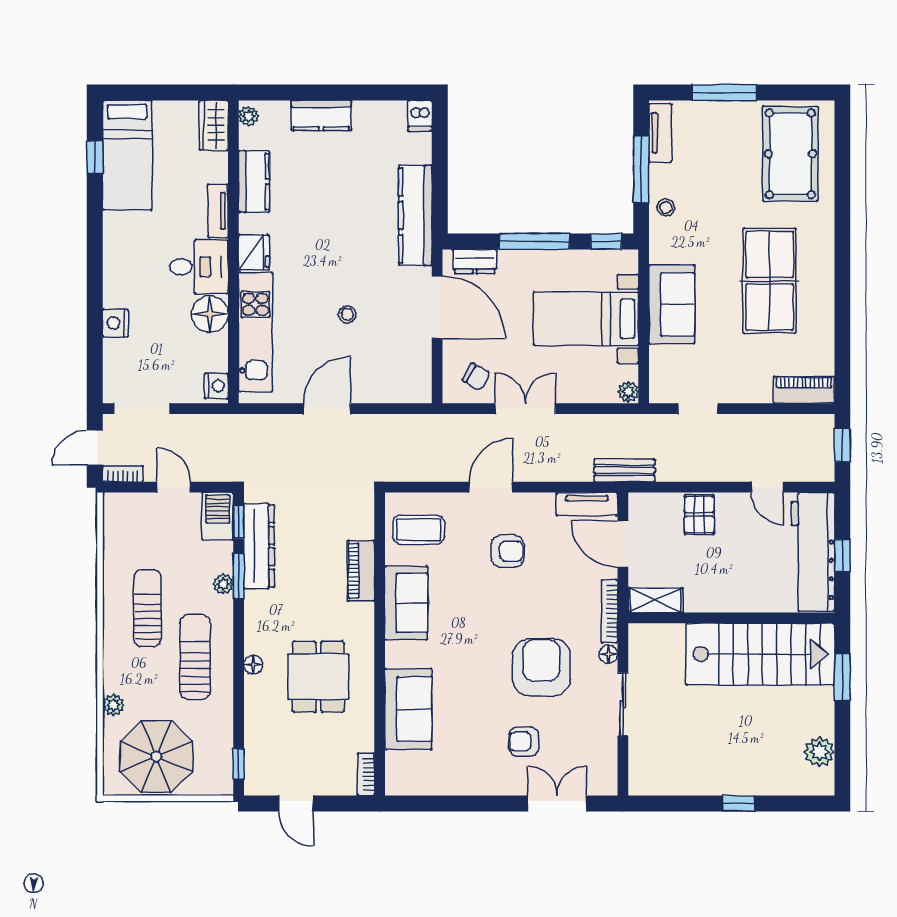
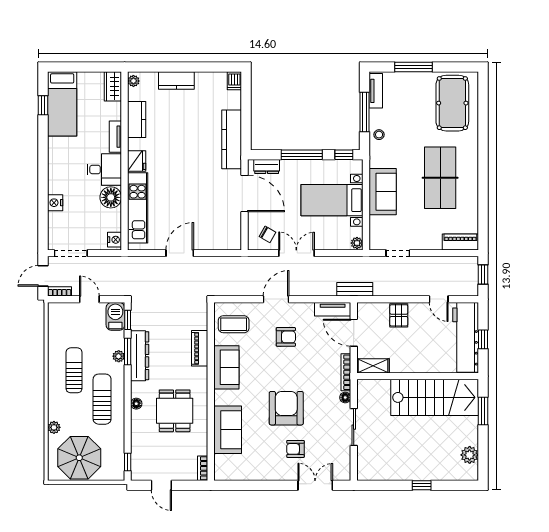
stool: (347, 314) -> (192, 198), removed
dresser: (259, 546) -> (140, 356), moved
armchair: (541, 667) -> (286, 408), moved

